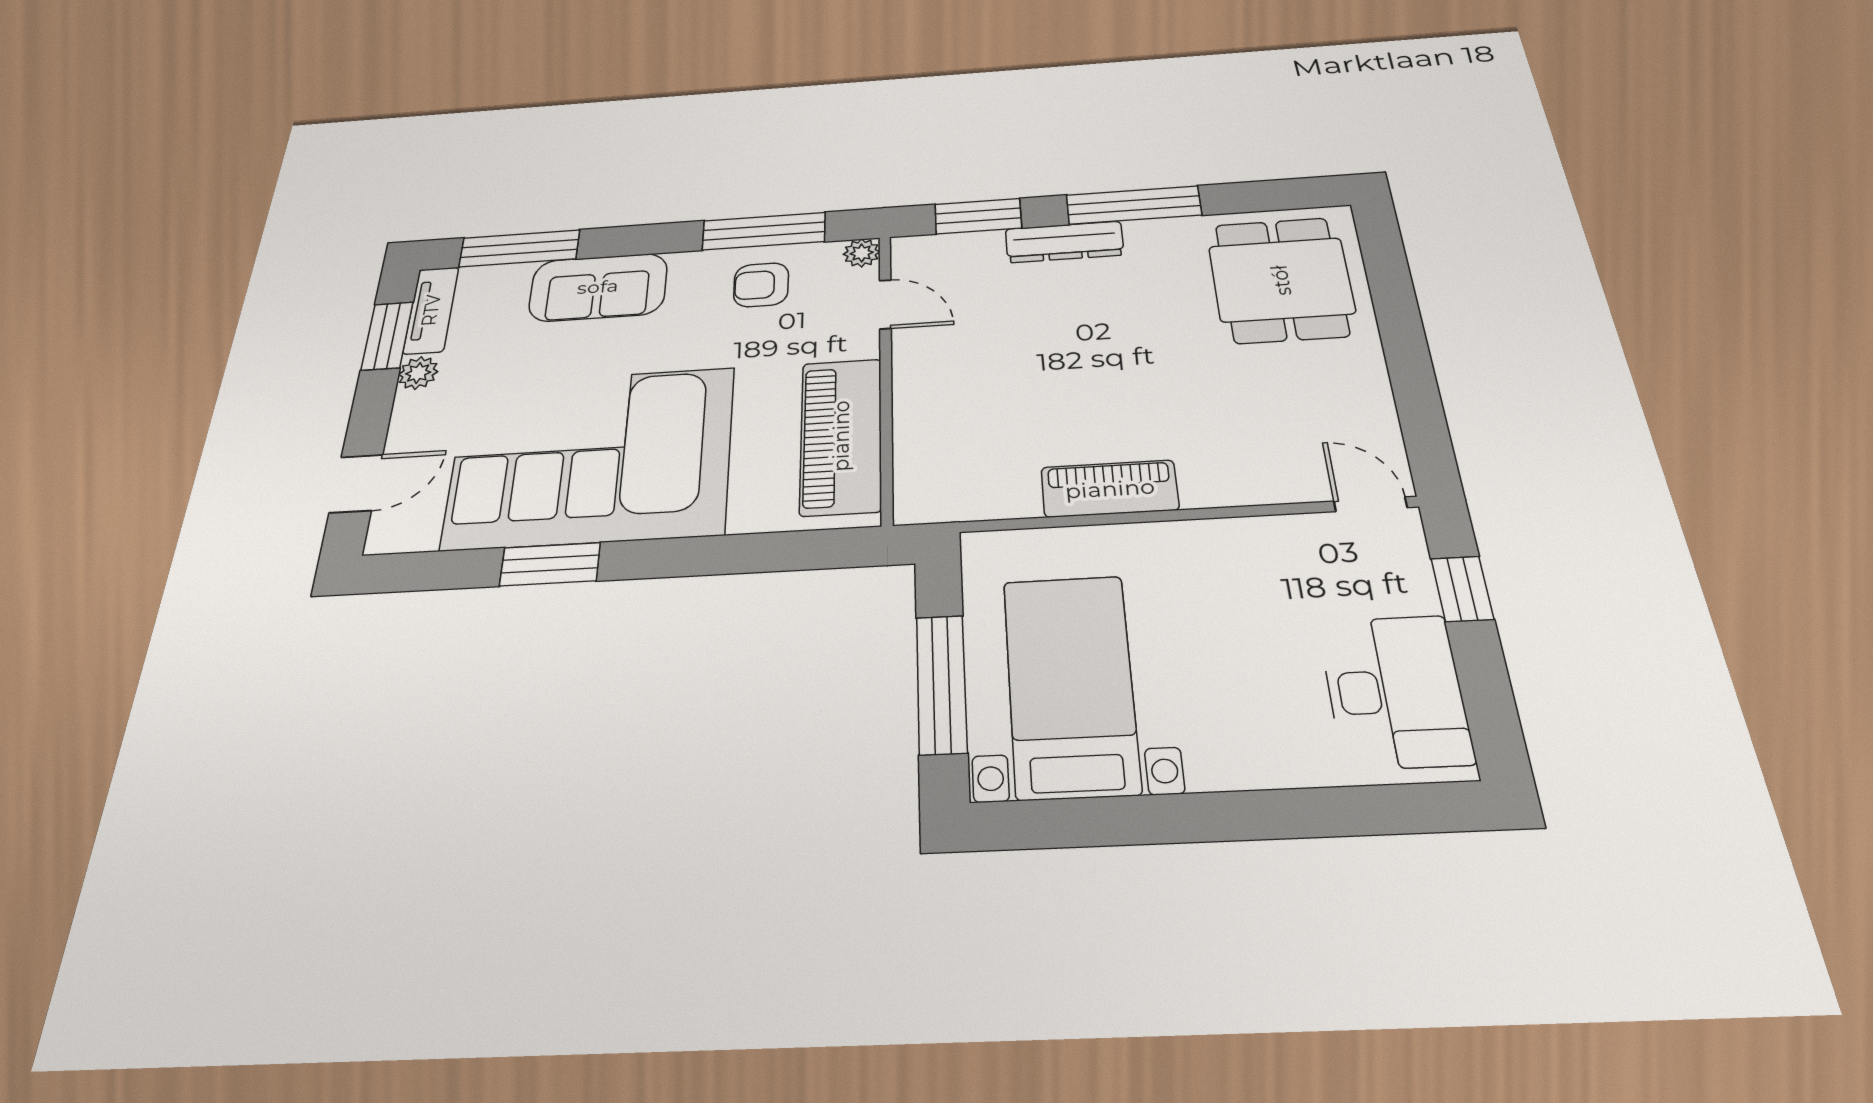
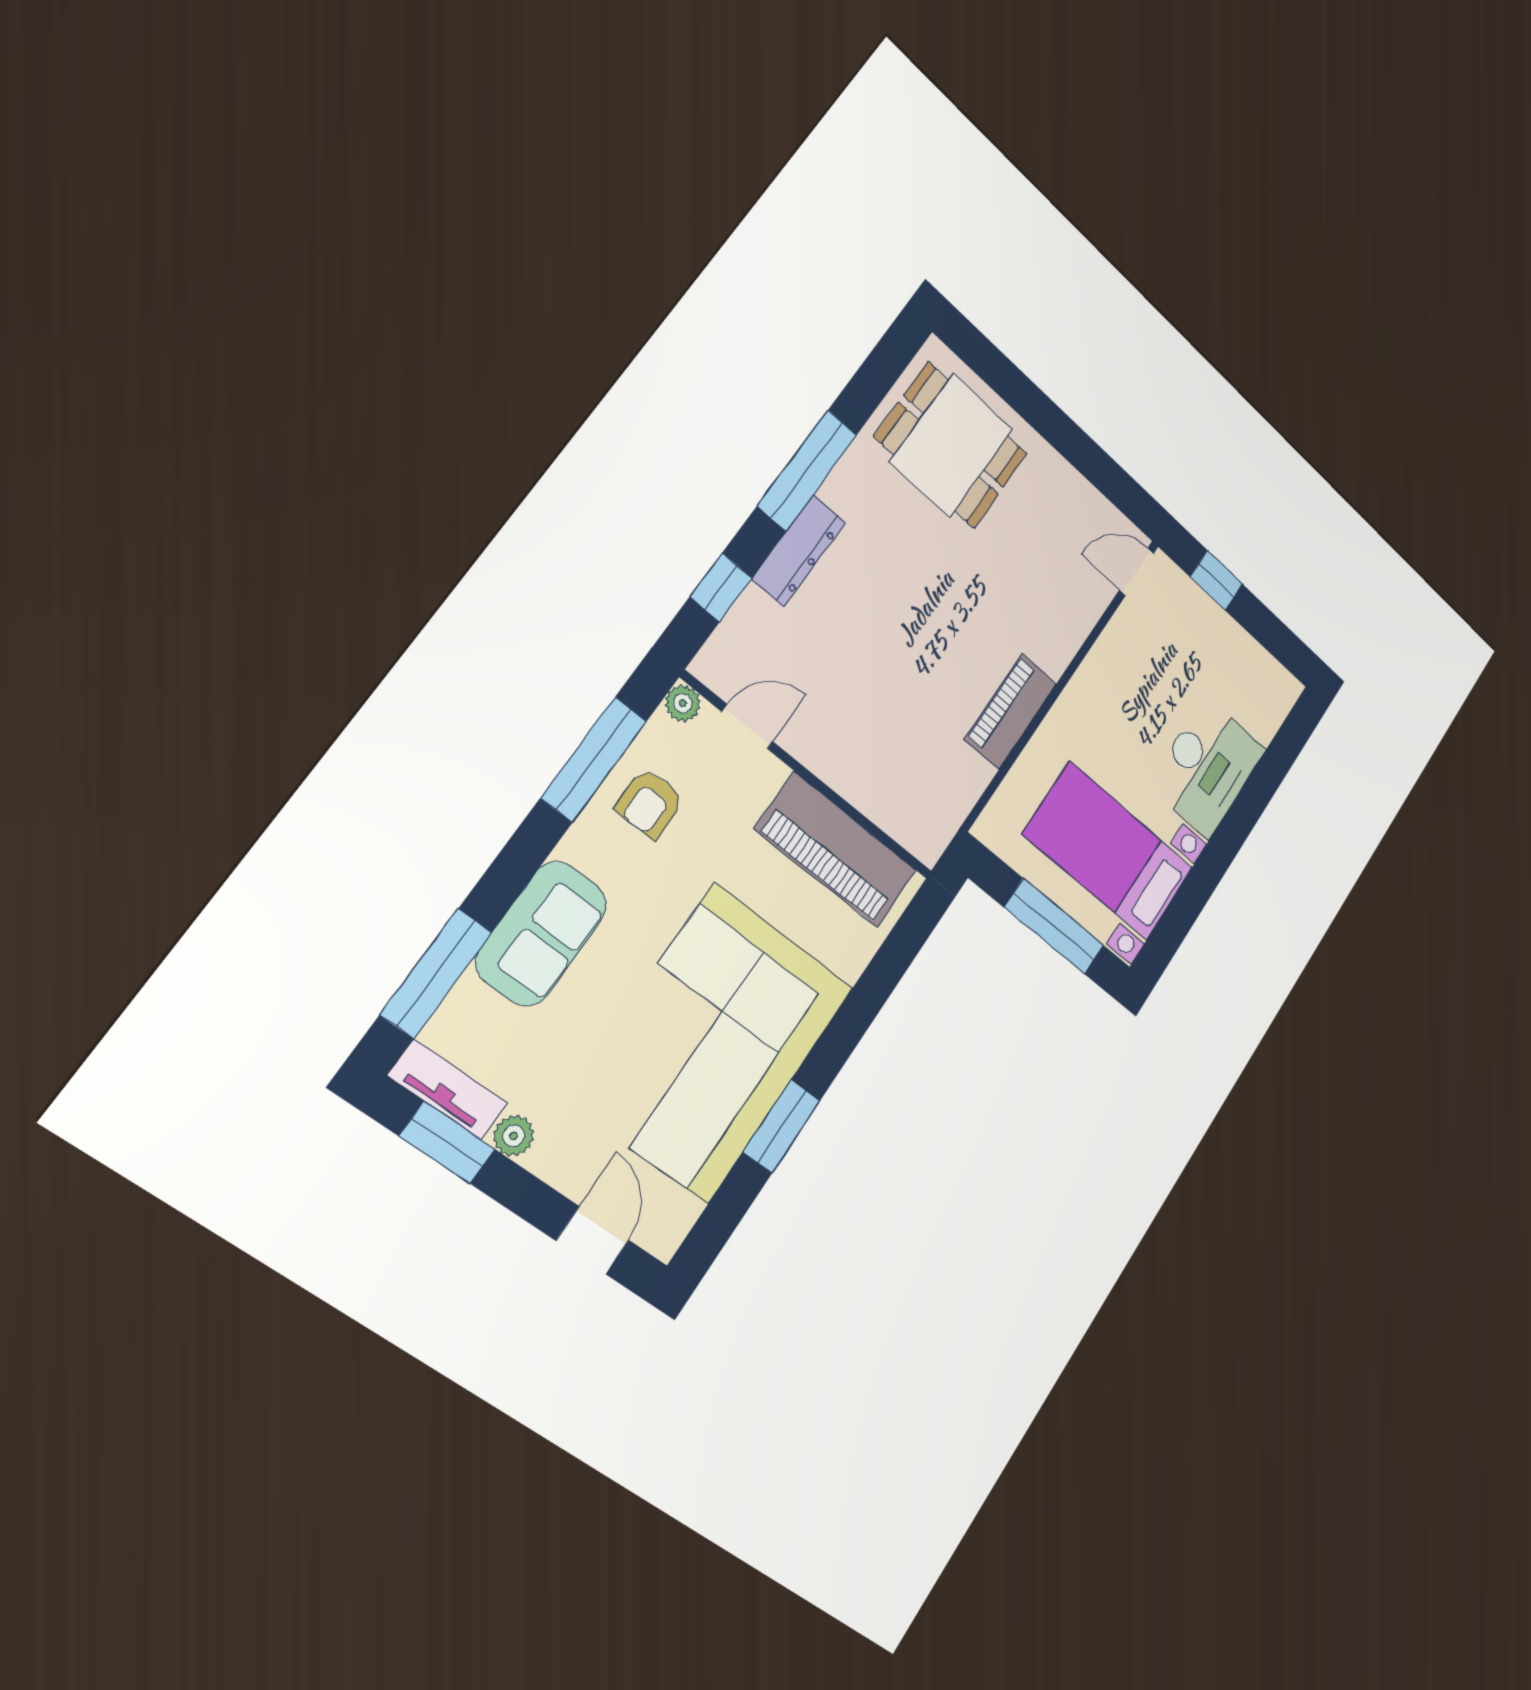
window: (978, 216) -> (721, 587), width x0.67
desk: (1395, 691) -> (1207, 767), moved, turned 90

